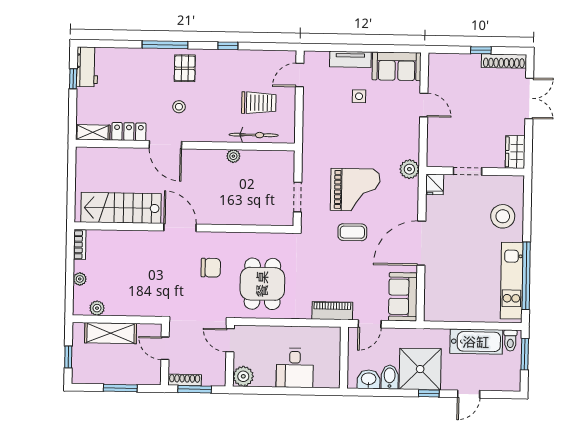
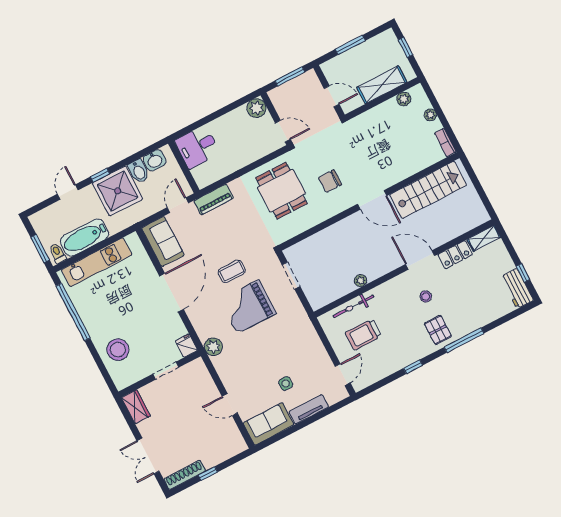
kitchen unit: (512, 281) -> (97, 262), moved, turned 90
desk: (295, 368) -> (197, 147), moved, turned -90
shoe rack: (185, 380) -> (302, 80), removed

